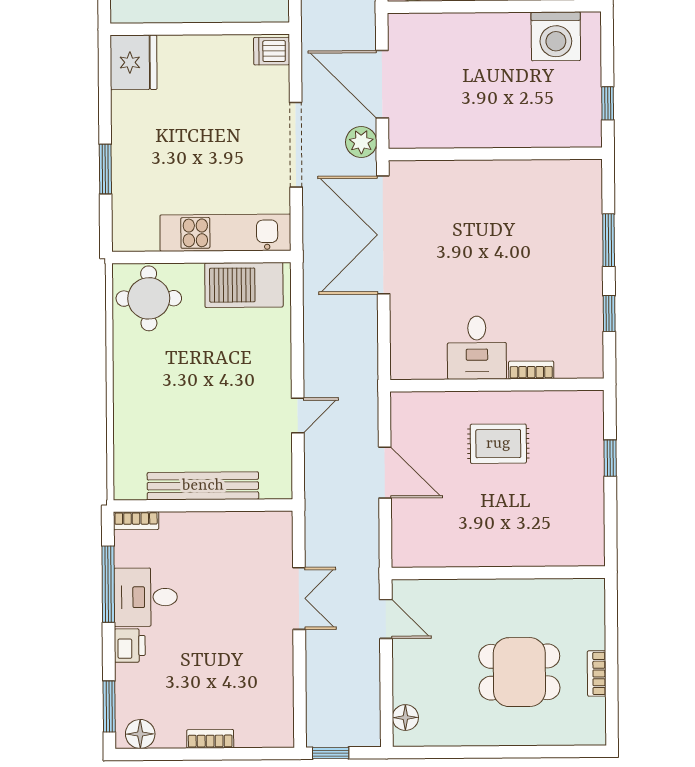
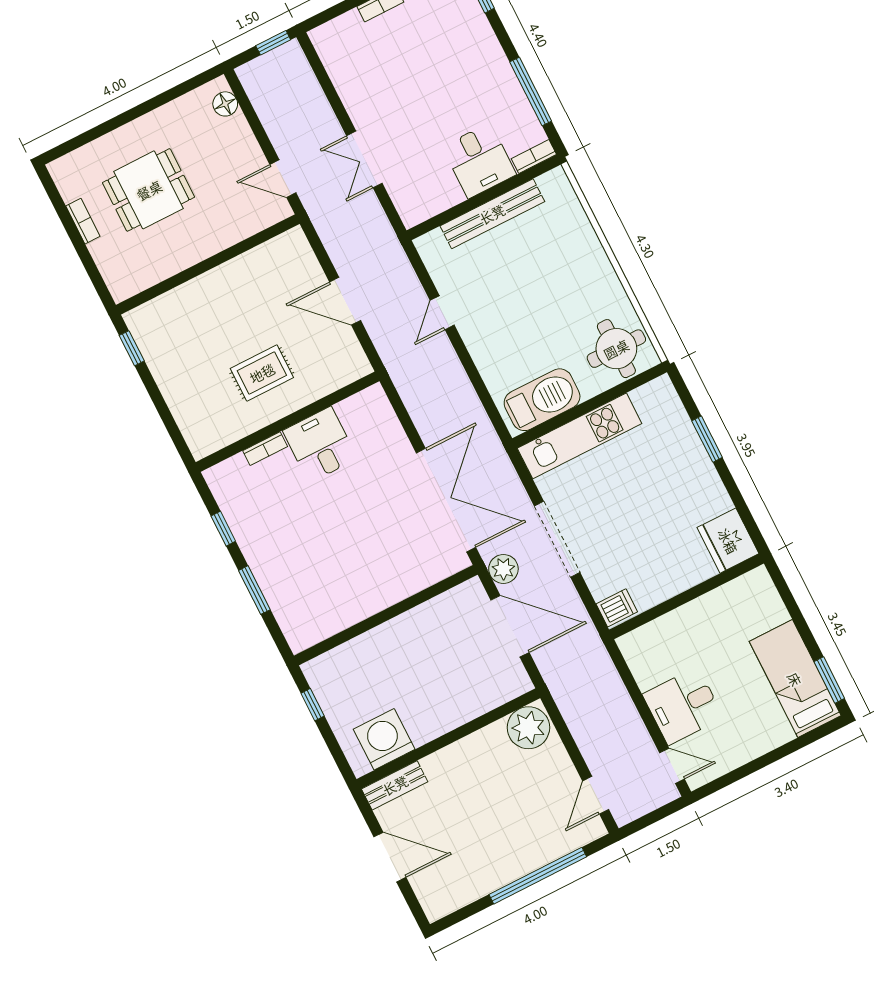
window: (610, 458) -> (132, 348), moved
desk: (146, 597) -> (479, 161), moved, turned 90
printer: (130, 646) -> (487, 49), removed

